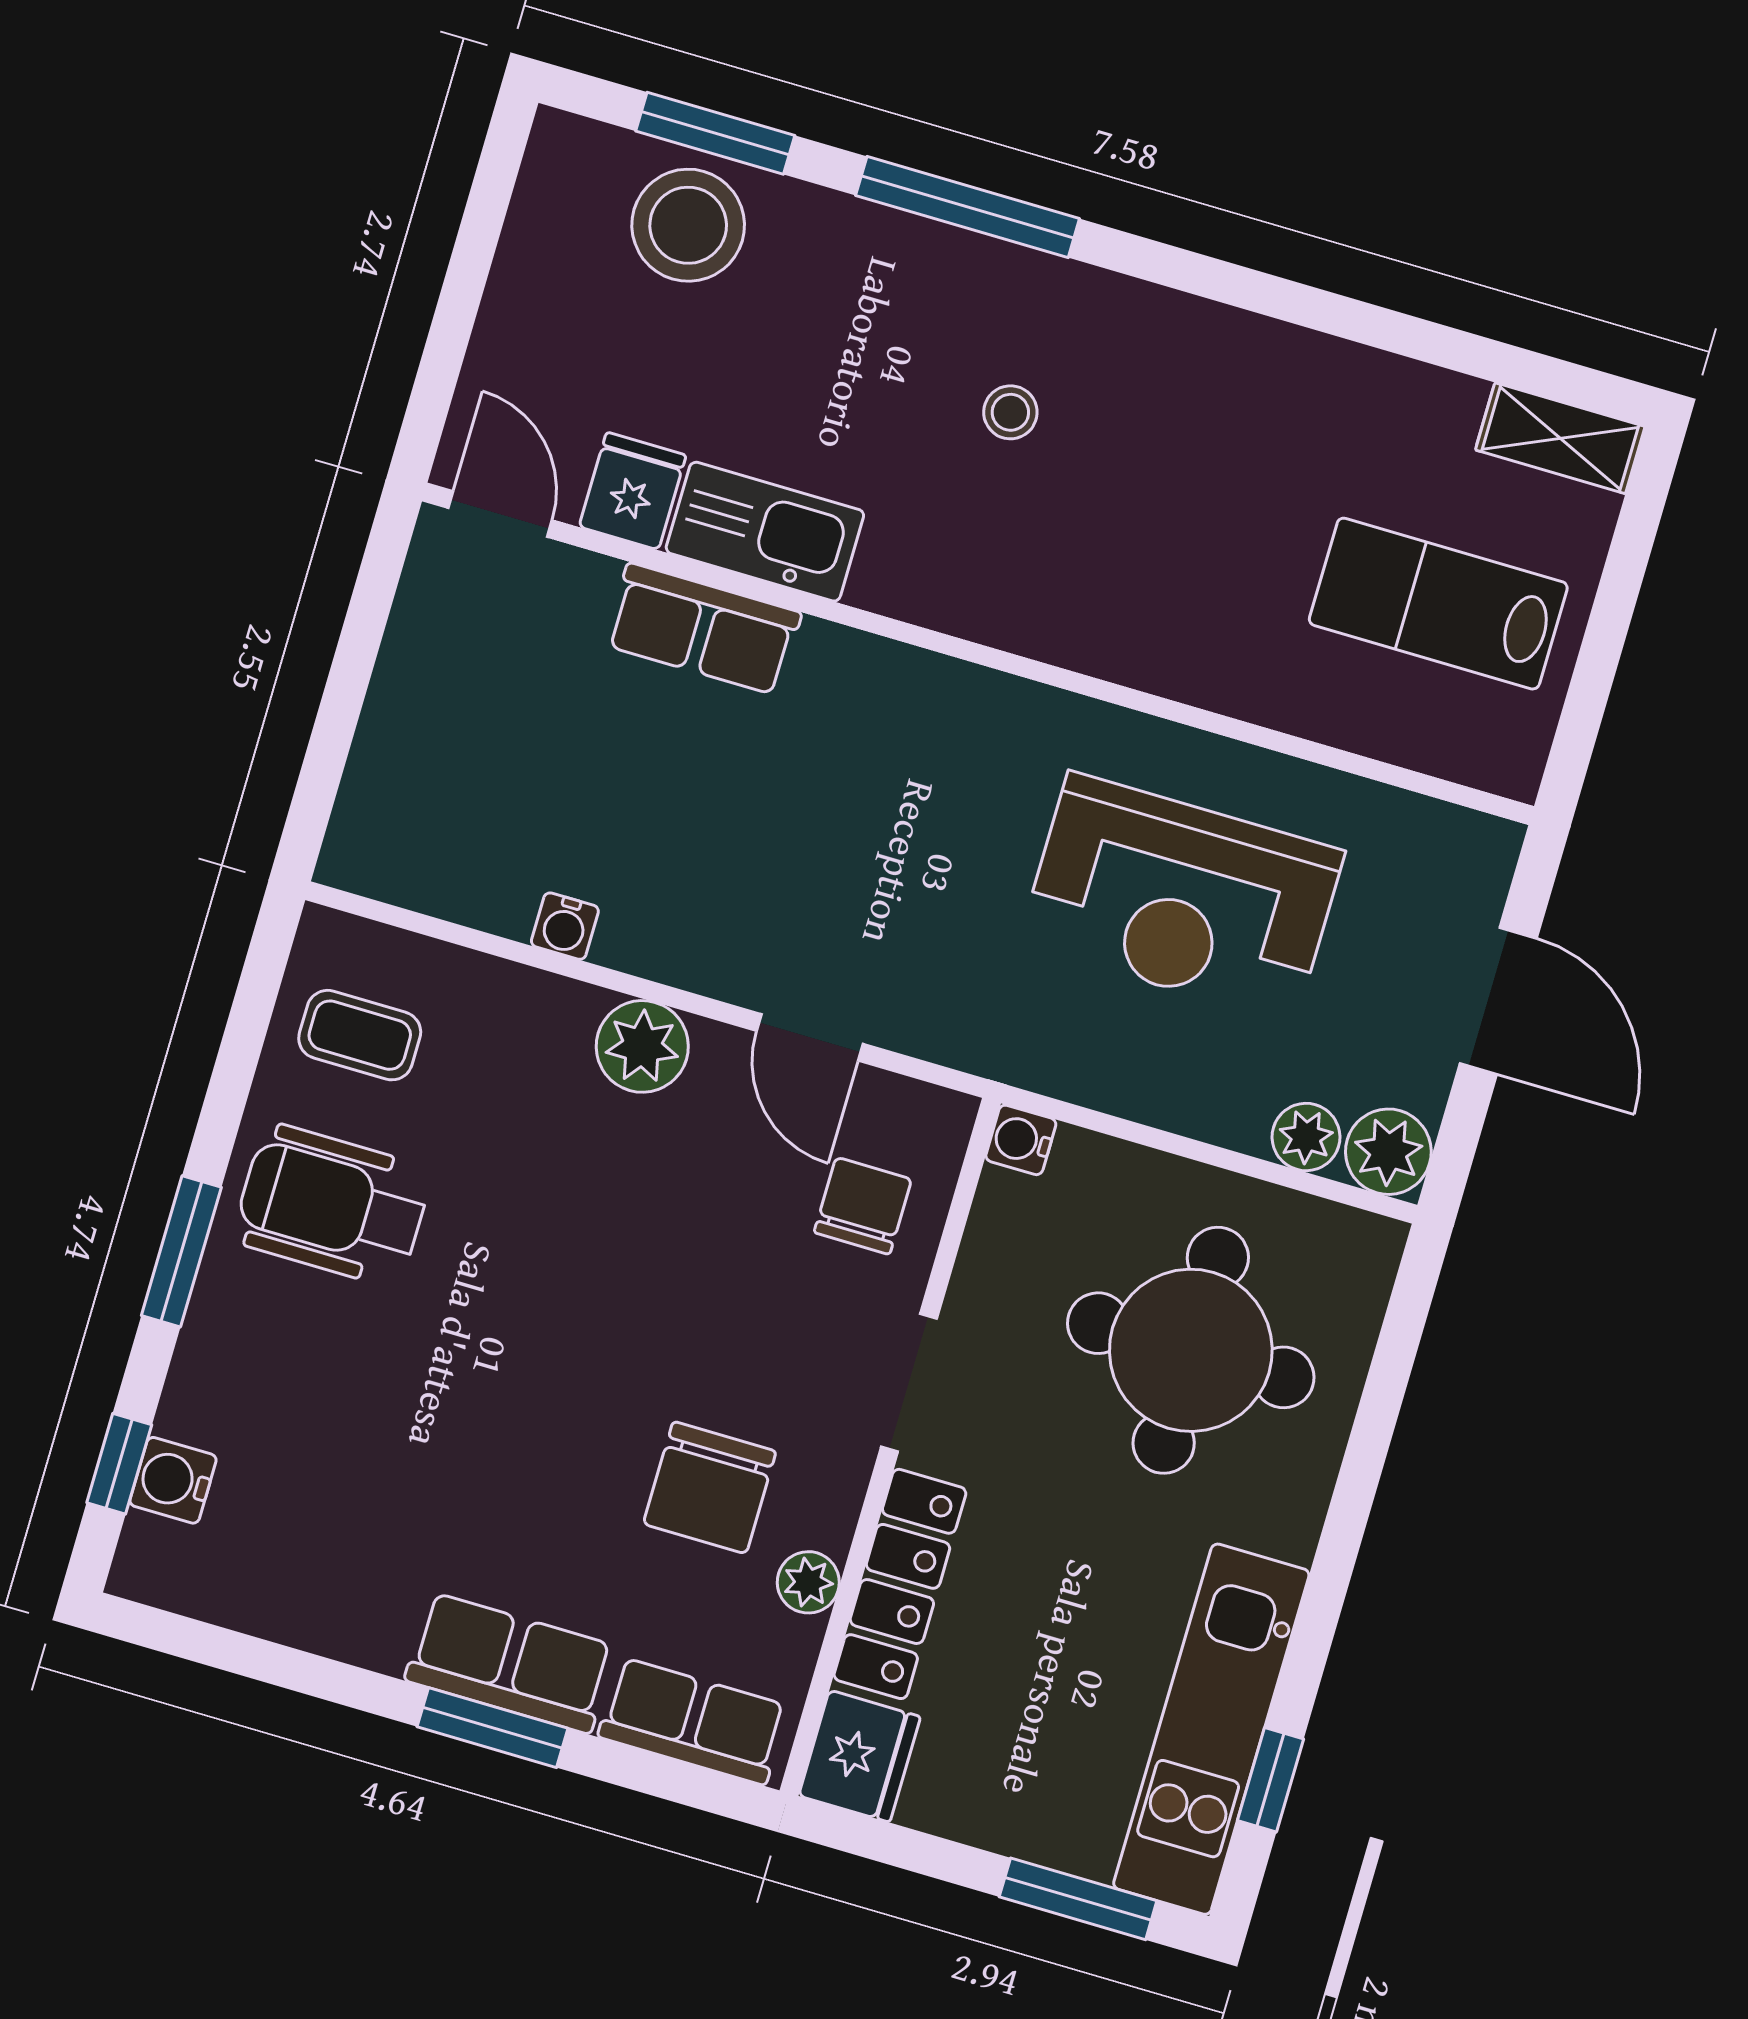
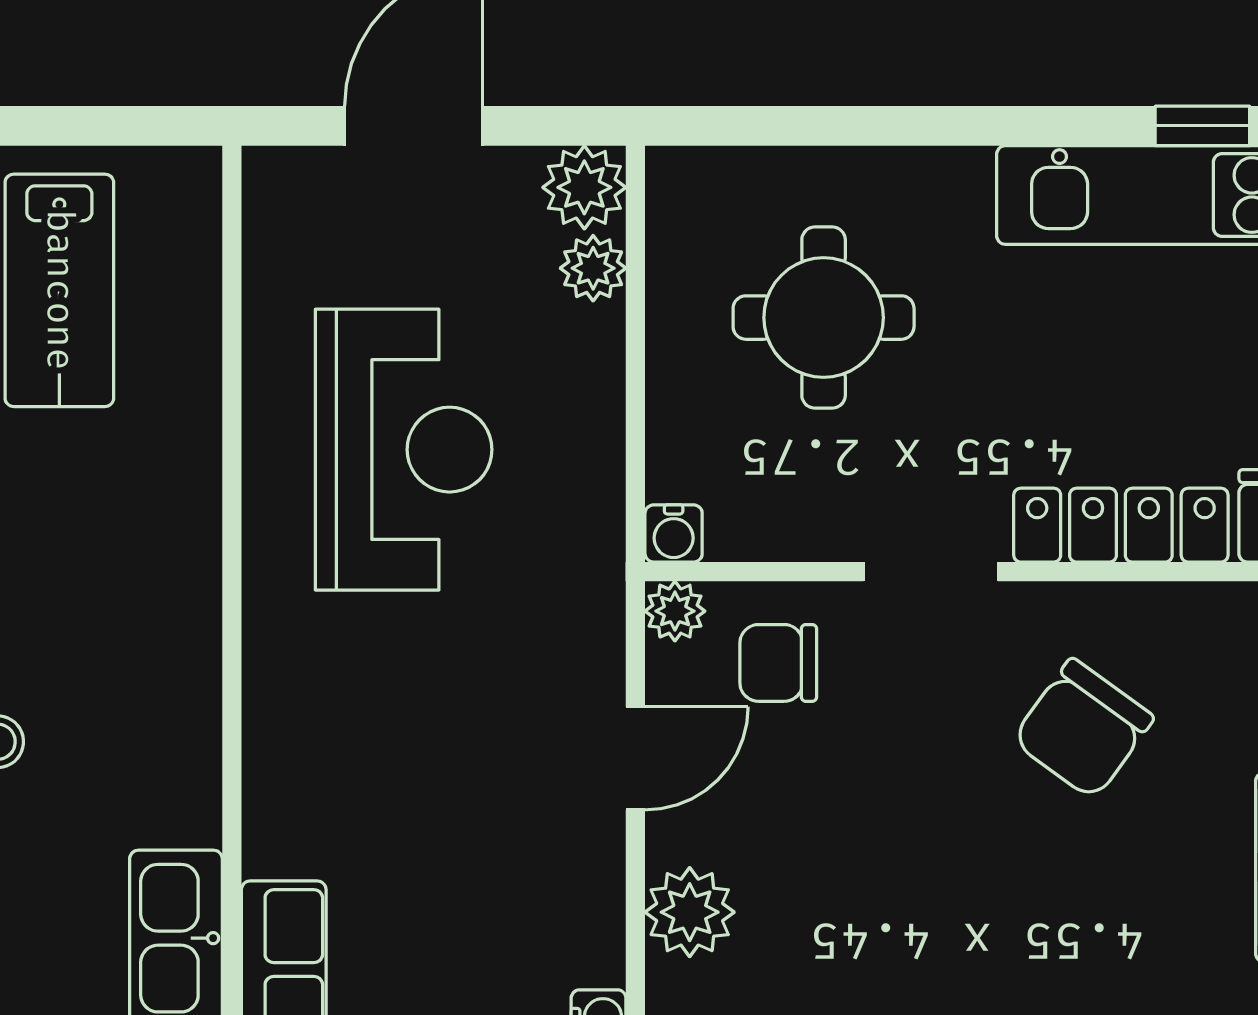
round table: (1191, 1350) -> (824, 318), width x0.73, depth x0.73
chair: (710, 1488) -> (1083, 729), turned 126
plant: (808, 1582) -> (675, 611), moved

